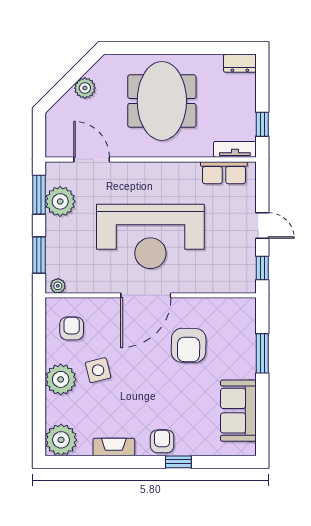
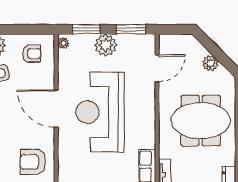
plant: (60, 201) -> (106, 45), moved
armchair: (189, 345) -> (33, 162), moved

